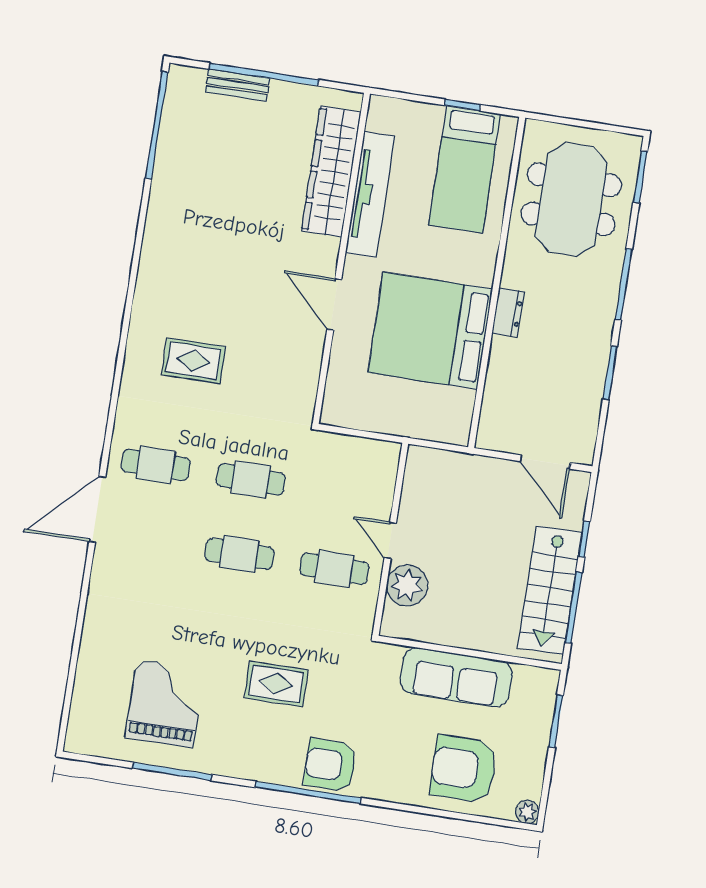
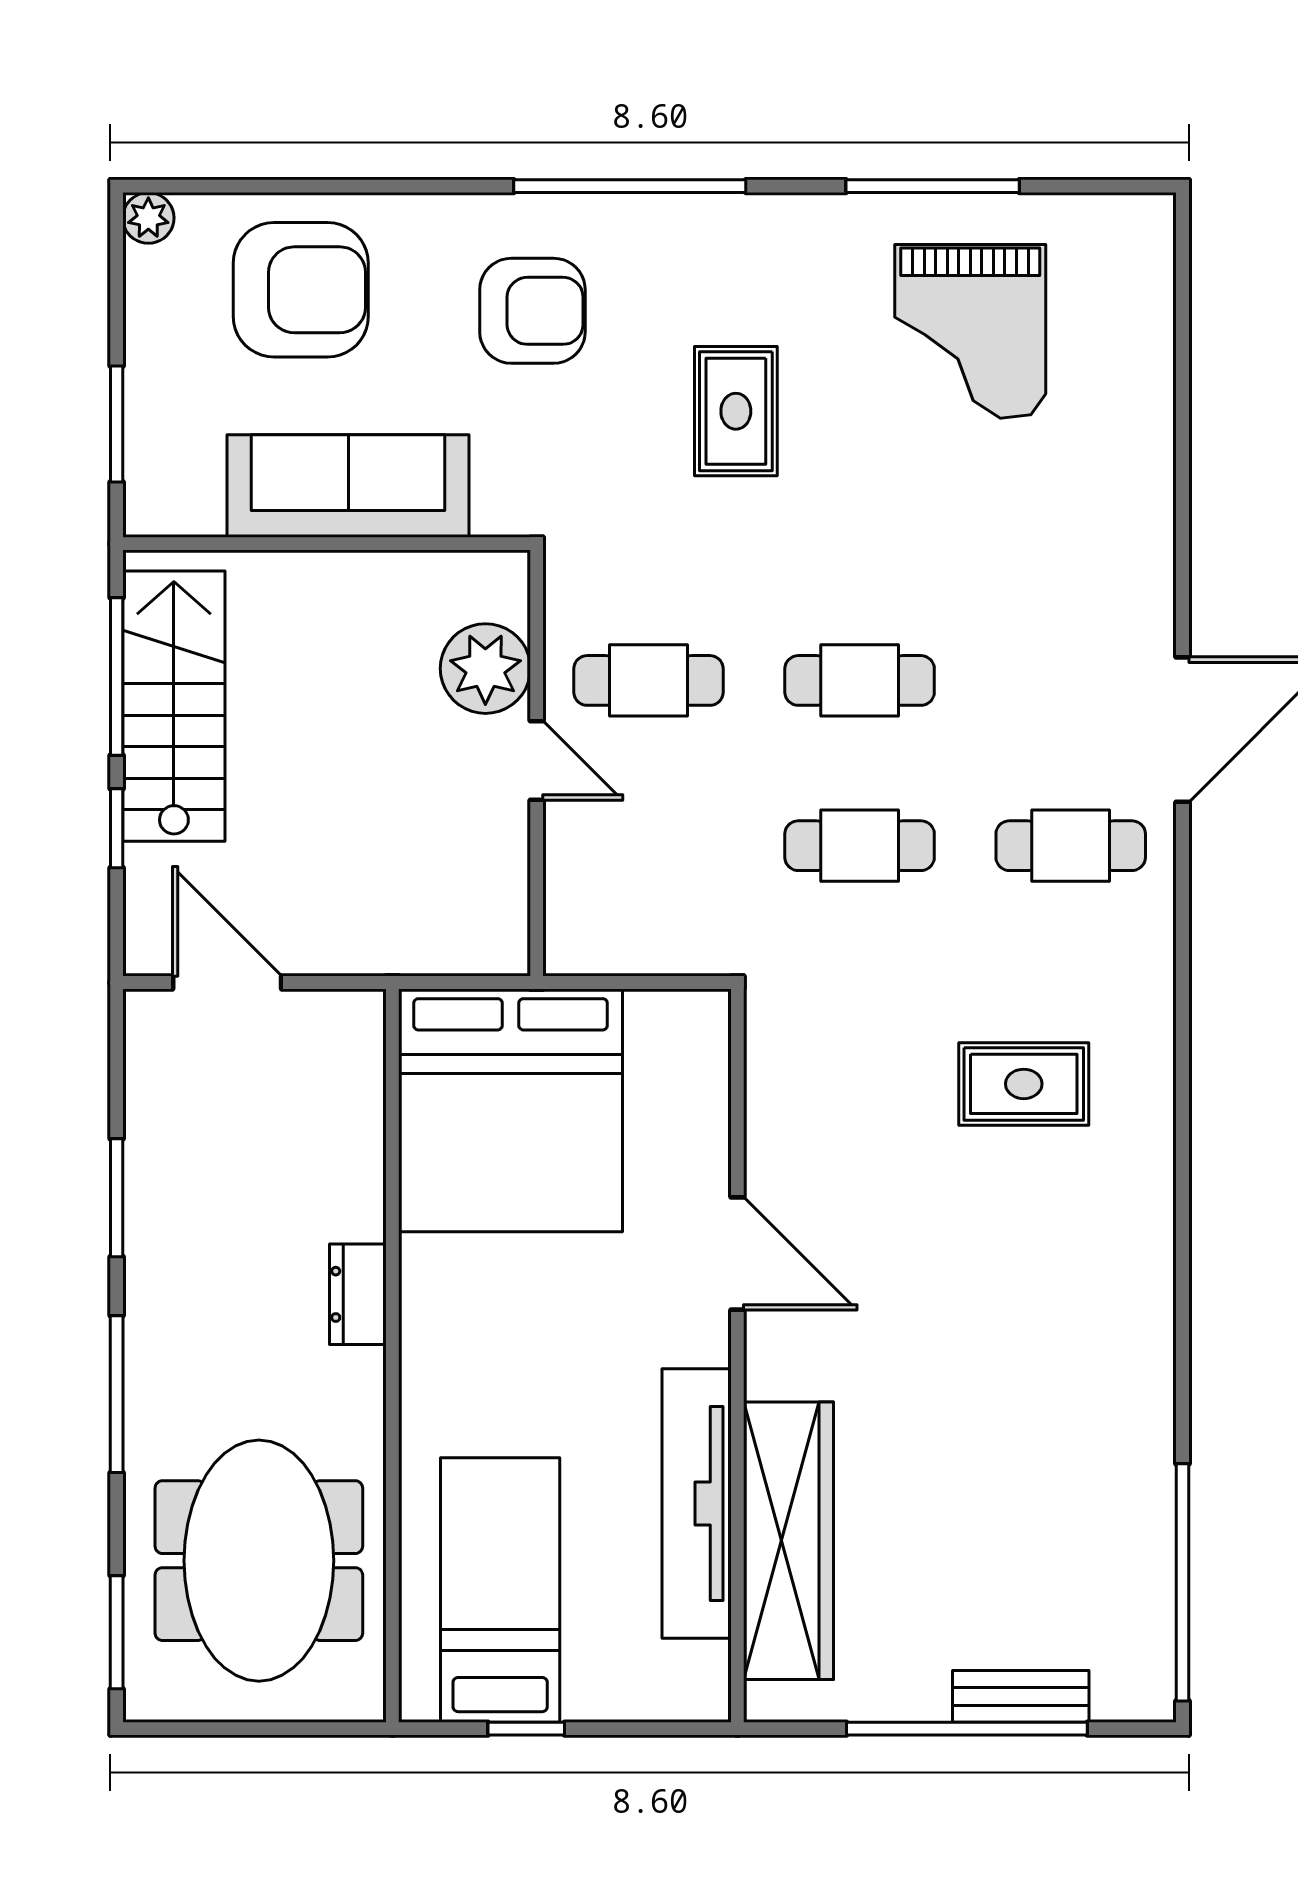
bed: (430, 331) -> (511, 1110), moved, turned 90
rug: (276, 684) -> (736, 411), turned 90
armchair: (330, 765) -> (532, 311), moved

